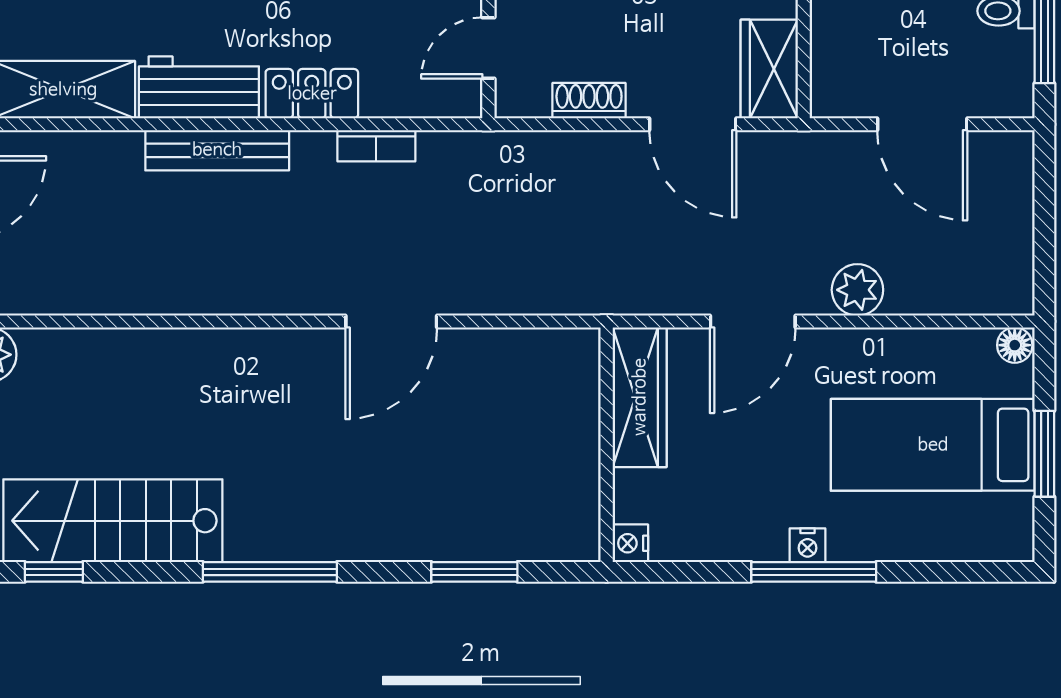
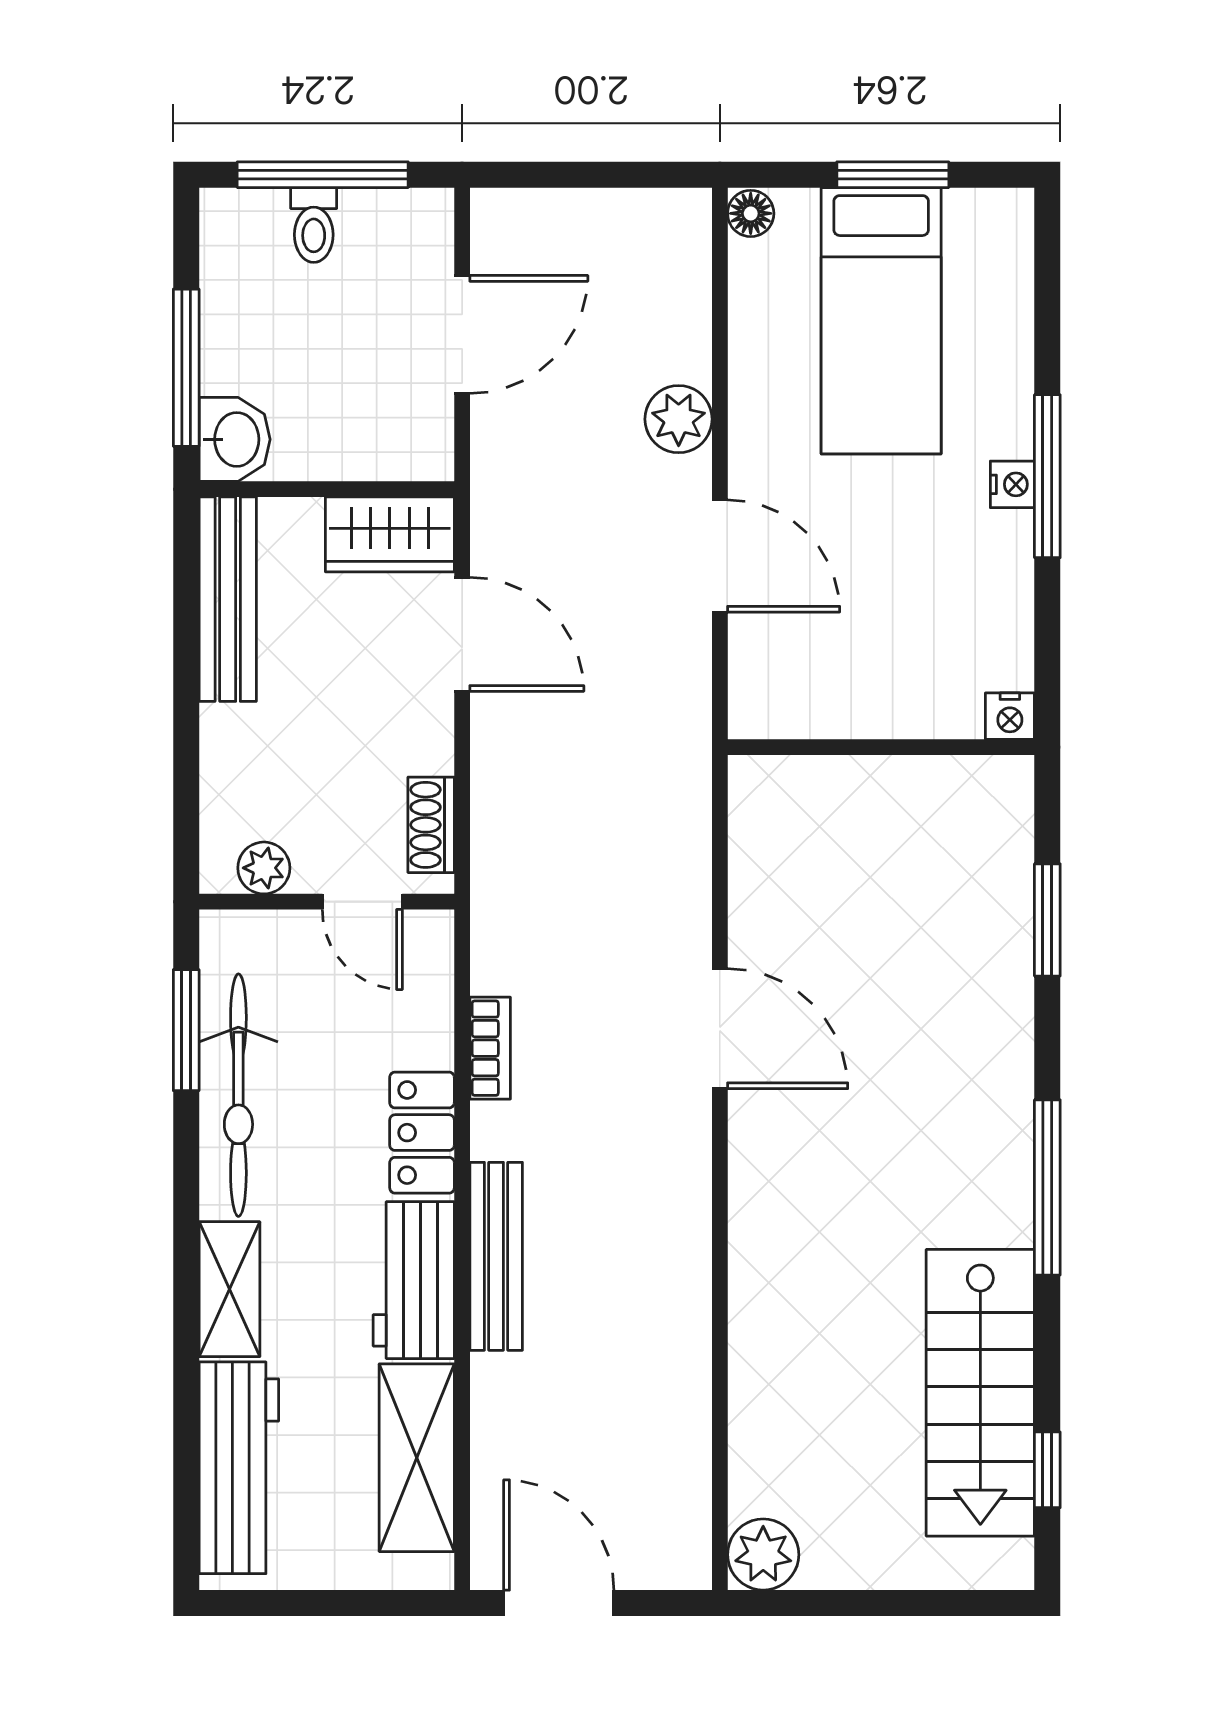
shoe rack: (589, 101) -> (431, 825), moved
door: (693, 124) -> (462, 634), hinge flipped
wardrobe: (640, 397) -> (819, 704), removed

